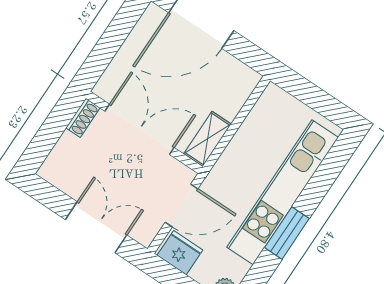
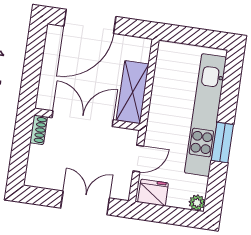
shelving: (207, 139) -> (133, 92), width x1.50, depth x1.33
door: (182, 205) -> (138, 159), width x0.73

